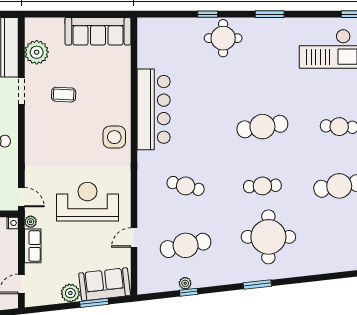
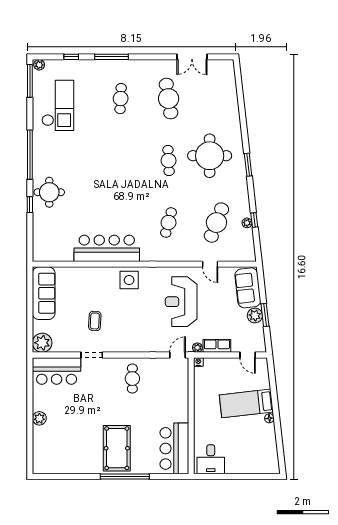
window: (270, 14) -> (30, 155), width x2.11
plant: (37, 52) -> (42, 343), moved
cafe table: (262, 127) -> (121, 161), removed
cafe table: (186, 245) -> (216, 223), turned 33
window: (94, 303) -> (265, 315), moved

